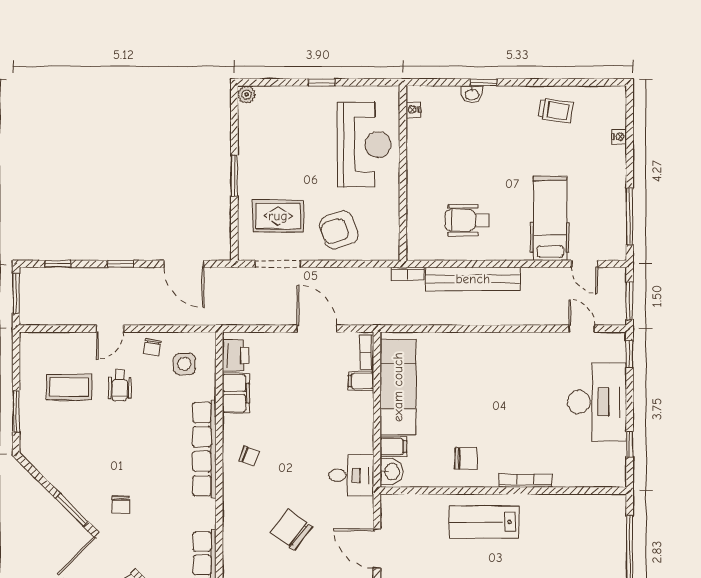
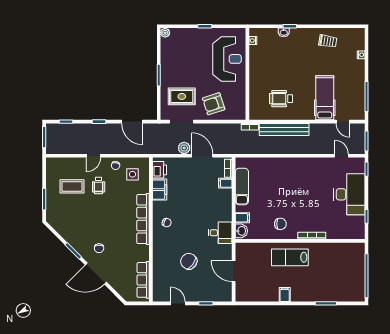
plant: (283, 314) -> (184, 148), added
exam couch: (398, 387) -> (242, 186), width x0.73, depth x0.69

